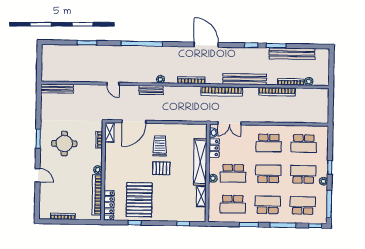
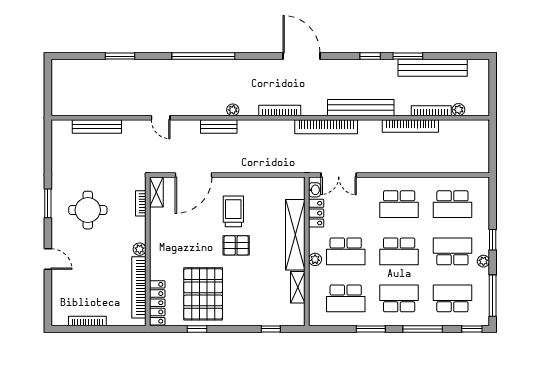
bench: (57, 89) -> (97, 127), moved
school desk: (268, 174) -> (399, 251), turned 180

